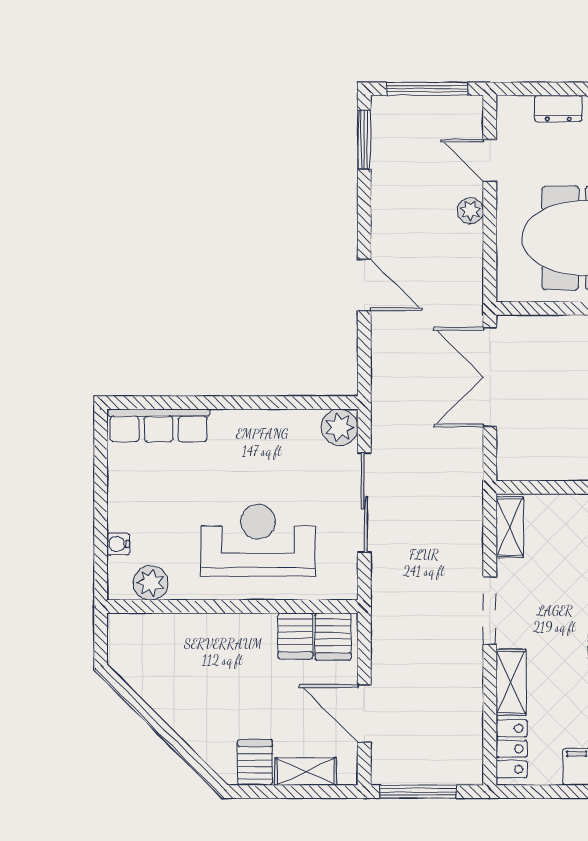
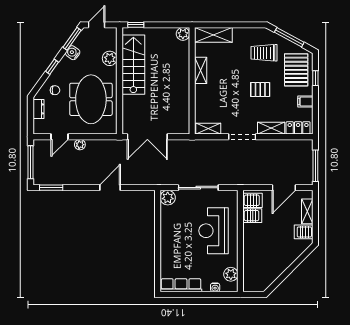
row of seats: (159, 425) -> (181, 285), moved, turned -90

